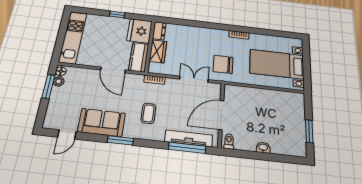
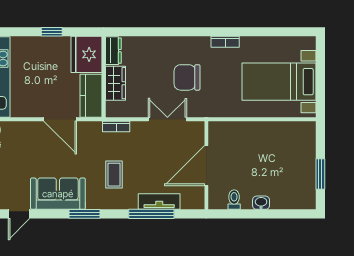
chair: (223, 64) -> (187, 77), moved
tv unit: (189, 138) -> (159, 202), width x0.71
toilet: (229, 141) -> (234, 200), moved
window: (187, 148) -> (151, 214), moved

